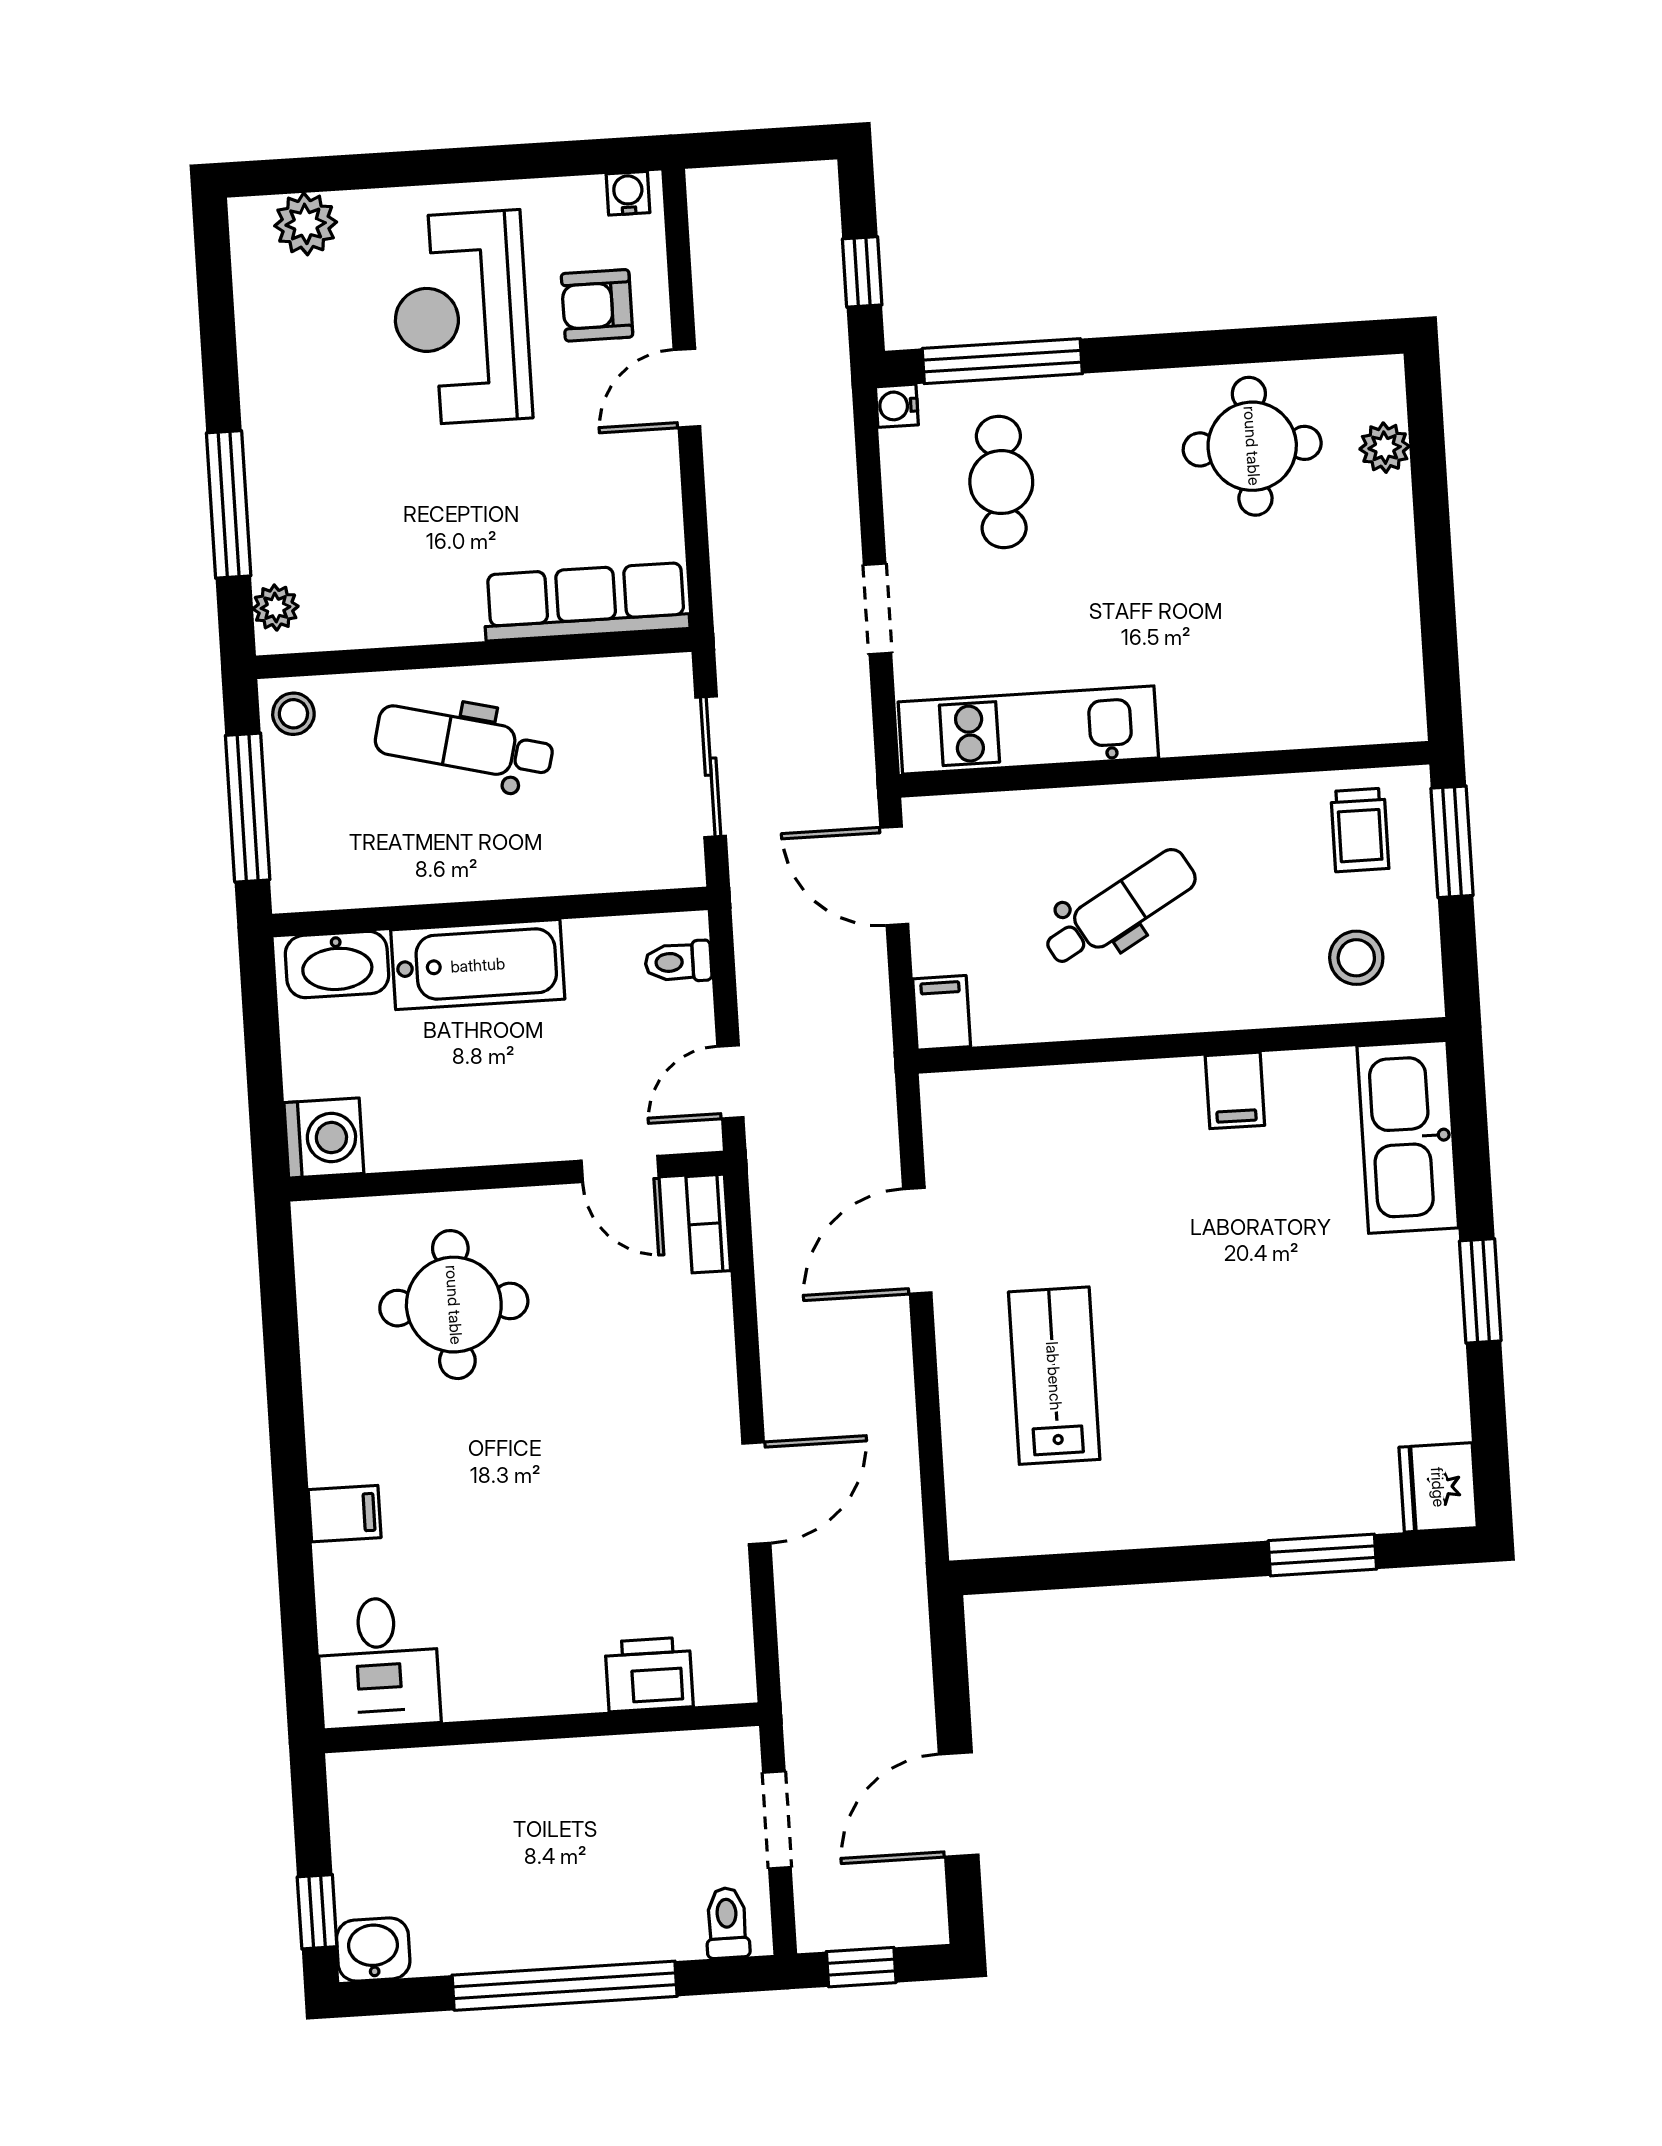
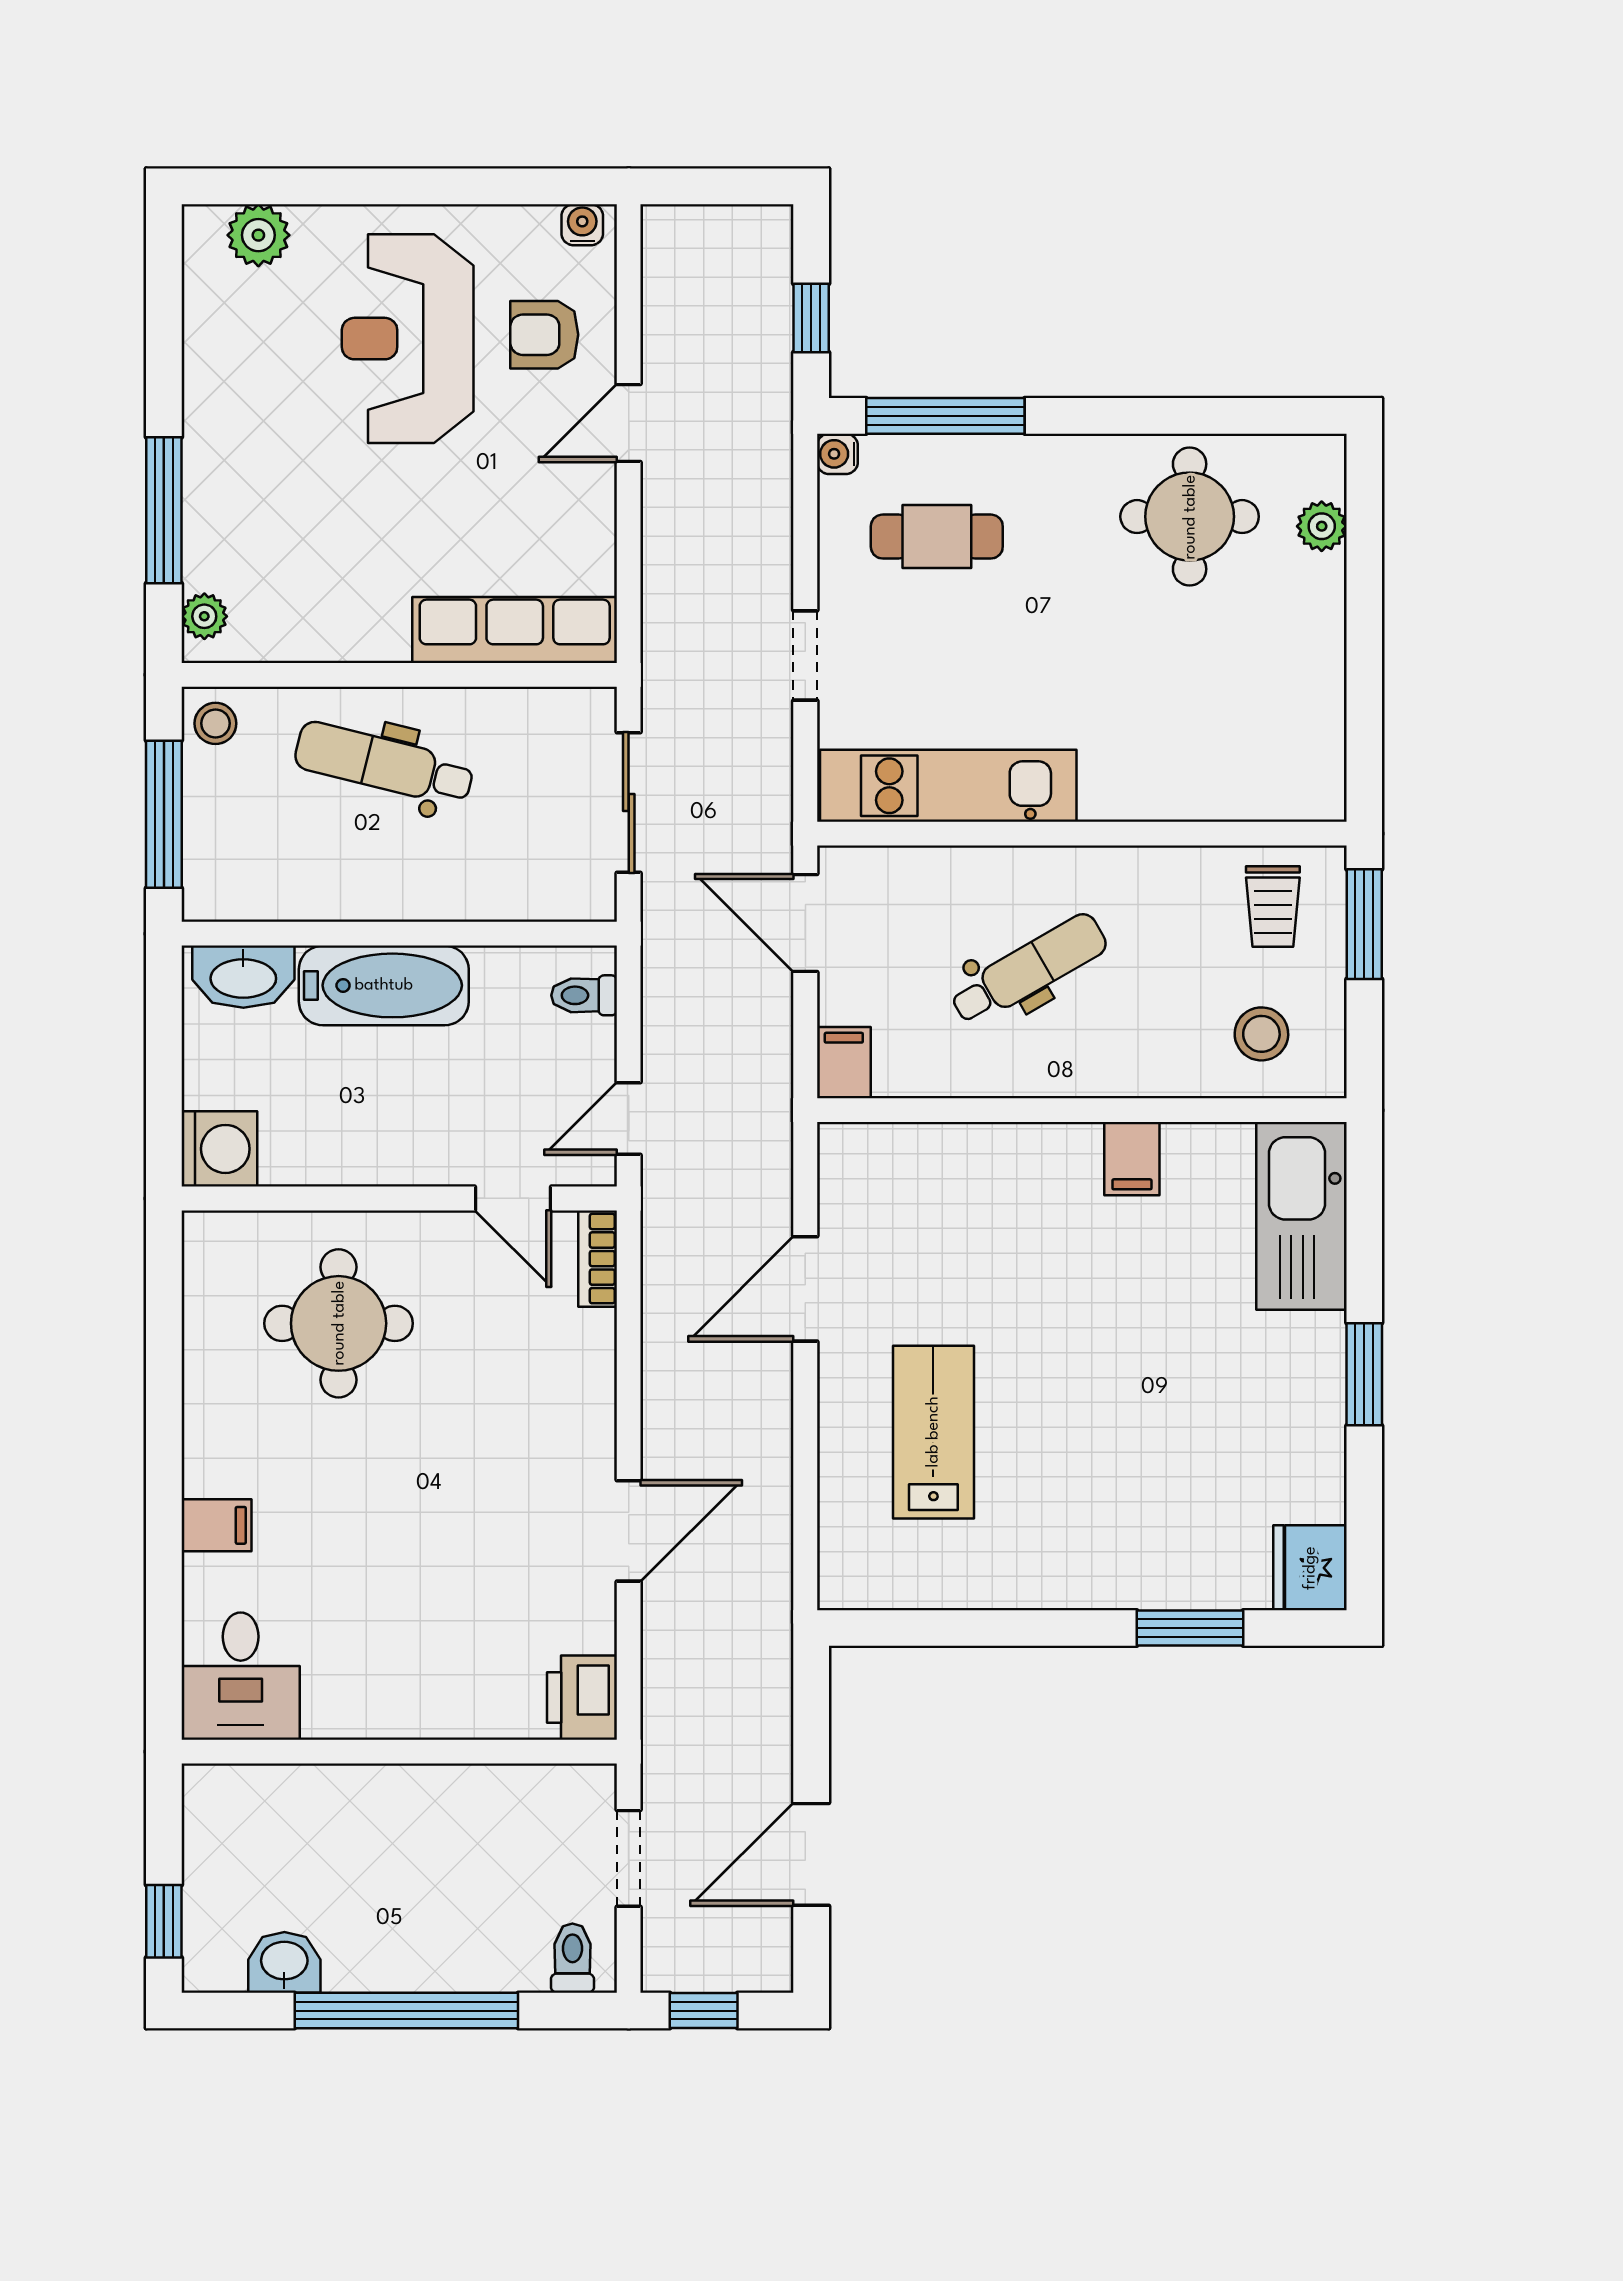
cafe table: (1001, 482) -> (937, 537), turned 90
printer: (649, 1674) -> (582, 1698), moved, turned -90
washbasin: (373, 1950) -> (284, 1962), moved

